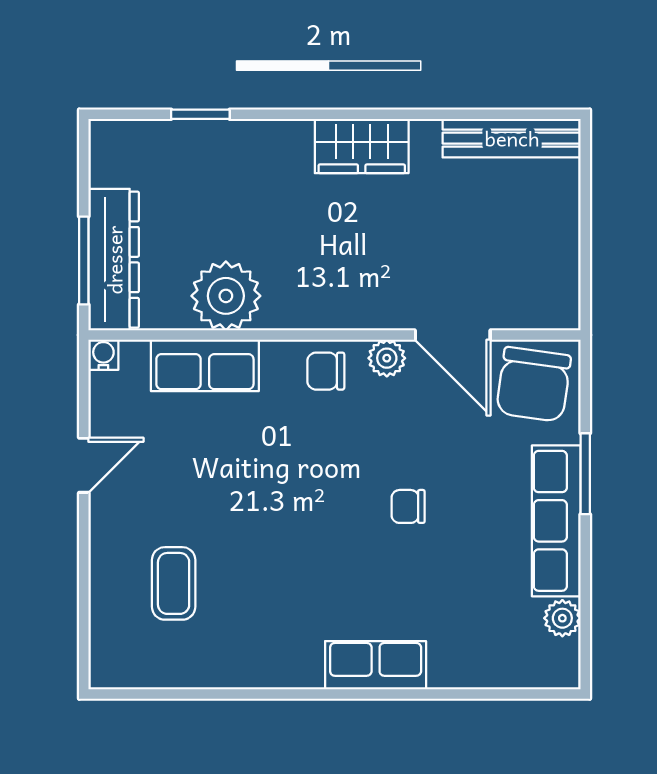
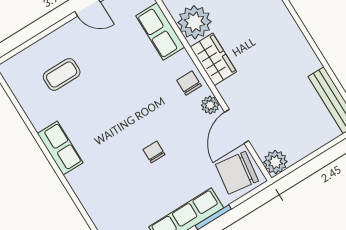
wardrobe: (362, 146) -> (213, 59), moved, turned 180
plant: (556, 306) -> (275, 162), added
row of seats: (376, 665) -> (60, 148), moved

